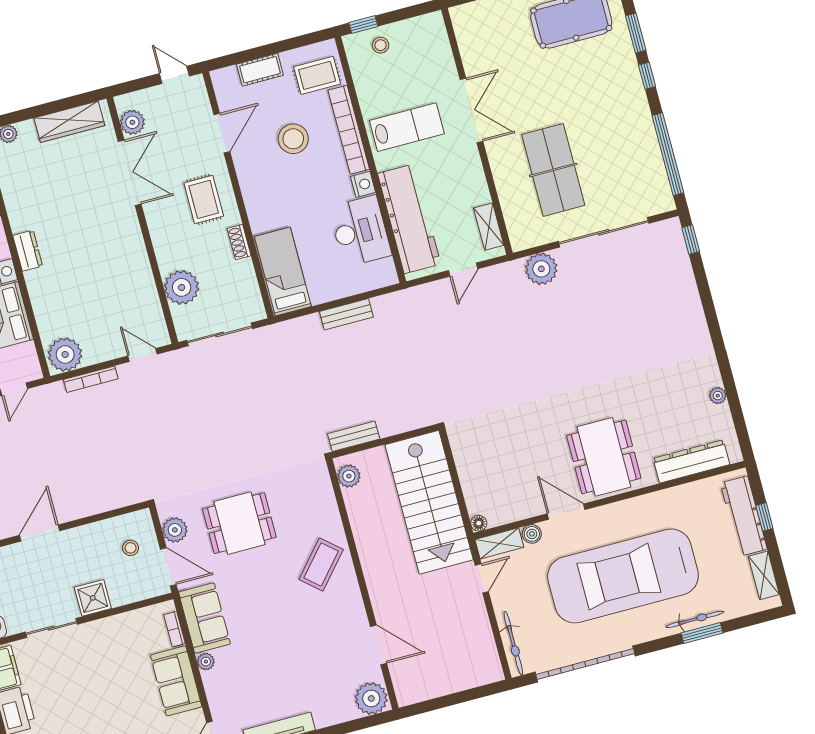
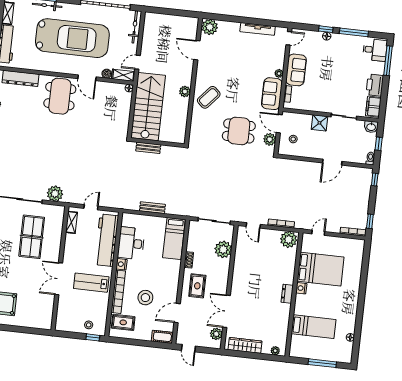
cot: (260, 70) -> (162, 337), moved
bench: (354, 436) -> (148, 148), moved
plant: (349, 476) -> (185, 92), moved

